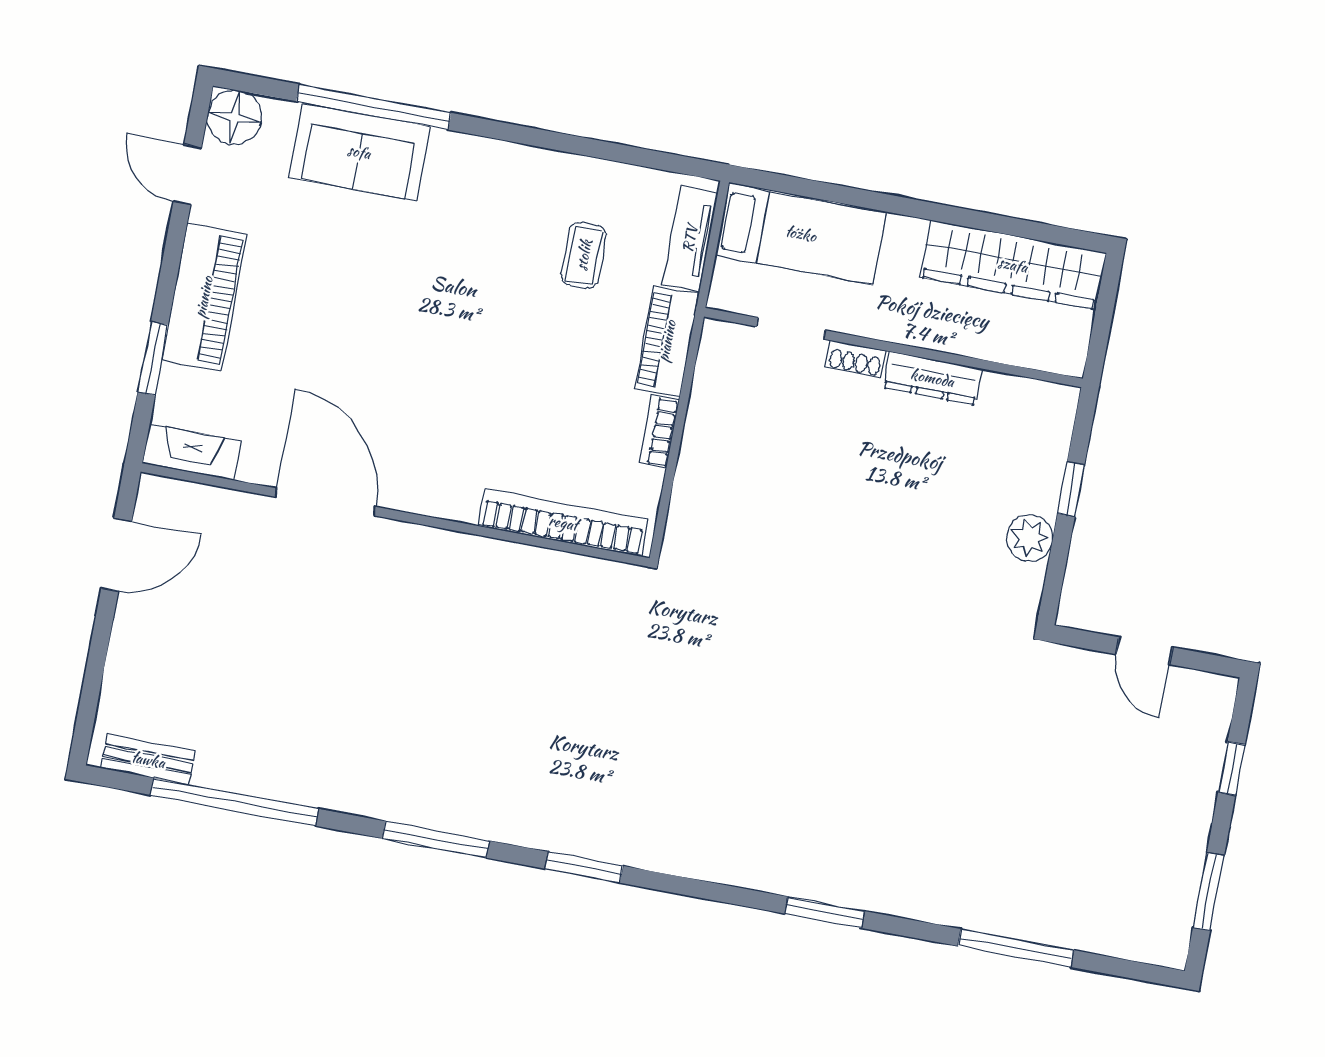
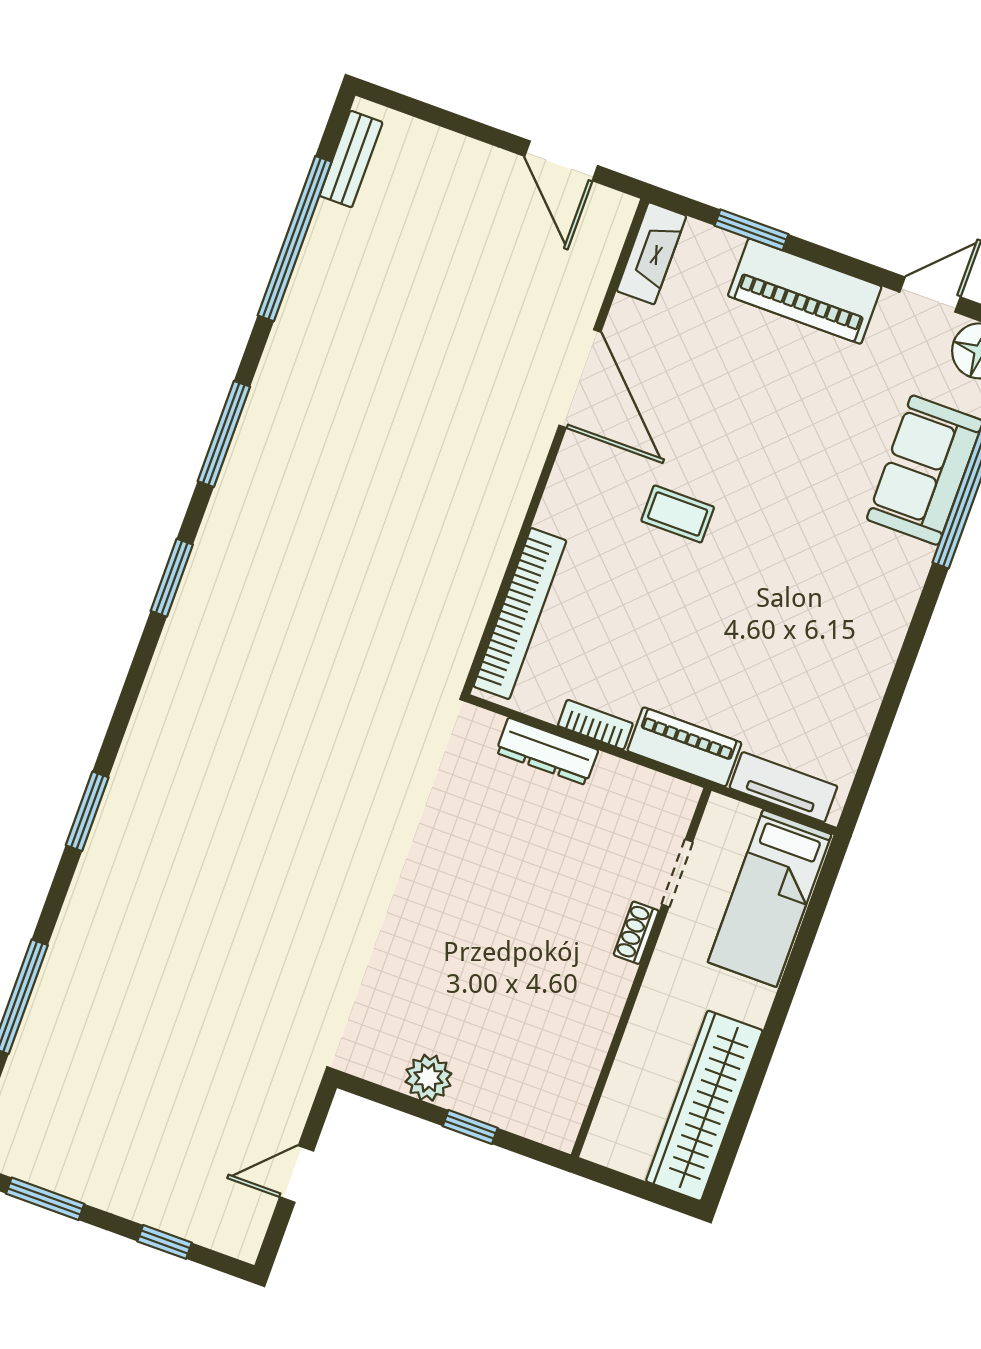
coffee table: (584, 255) -> (678, 514), moved
dresser: (932, 378) -> (547, 751), moved, turned -90
door: (325, 502) -> (580, 379), hinge flipped

